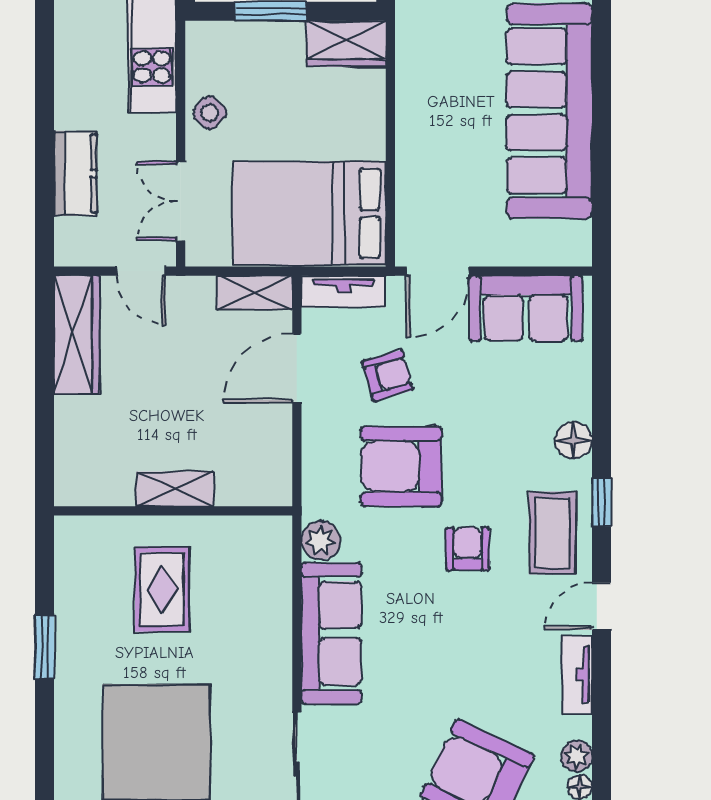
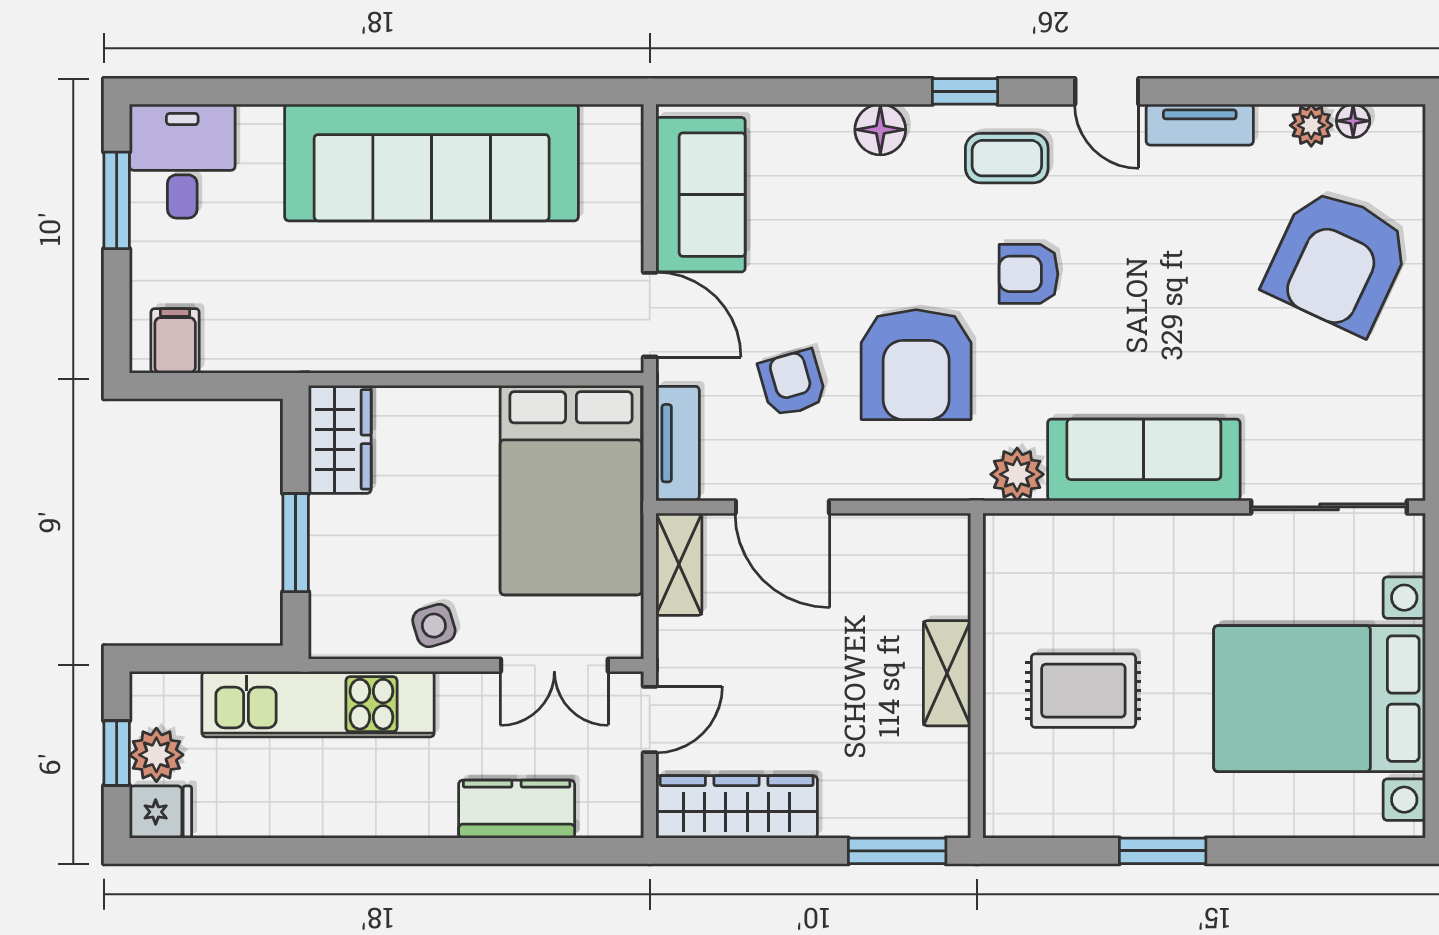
side table: (210, 113) -> (434, 626), turned 31
window: (45, 452) -> (897, 851), added
coffee table: (553, 533) -> (1007, 158), width x0.73, depth x0.77

